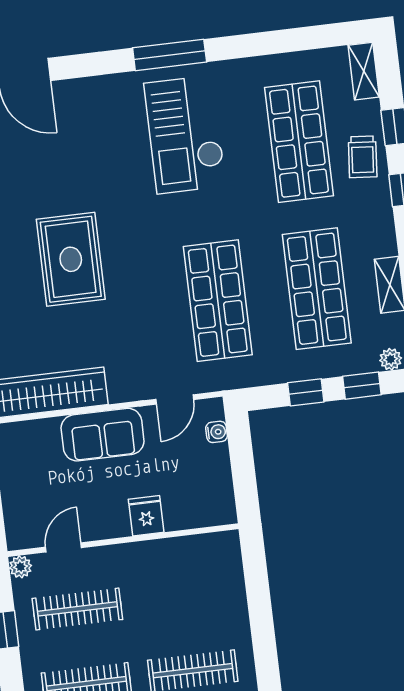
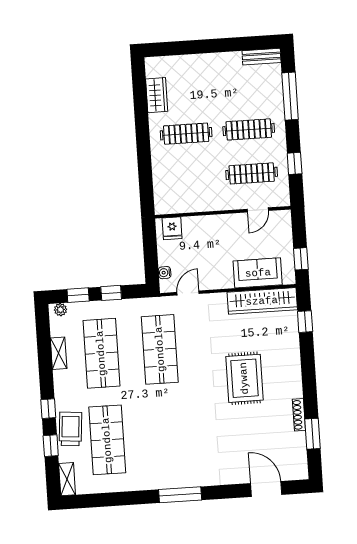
checkout: (185, 135) -> (174, 448), removed
trolley: (363, 157) -> (70, 429), width x1.36, depth x1.39
sofa: (103, 435) -> (258, 273), moved
fridge: (146, 516) -> (172, 228), moved
plant: (20, 567) -> (284, 200), removed

